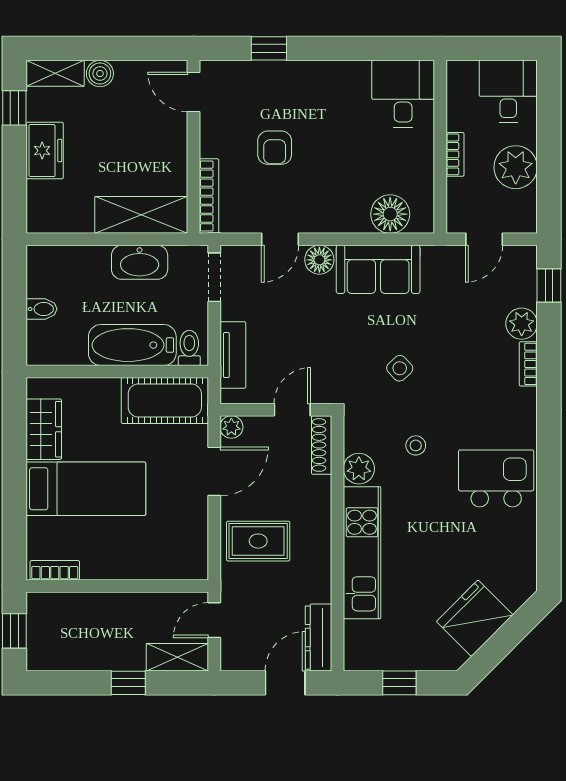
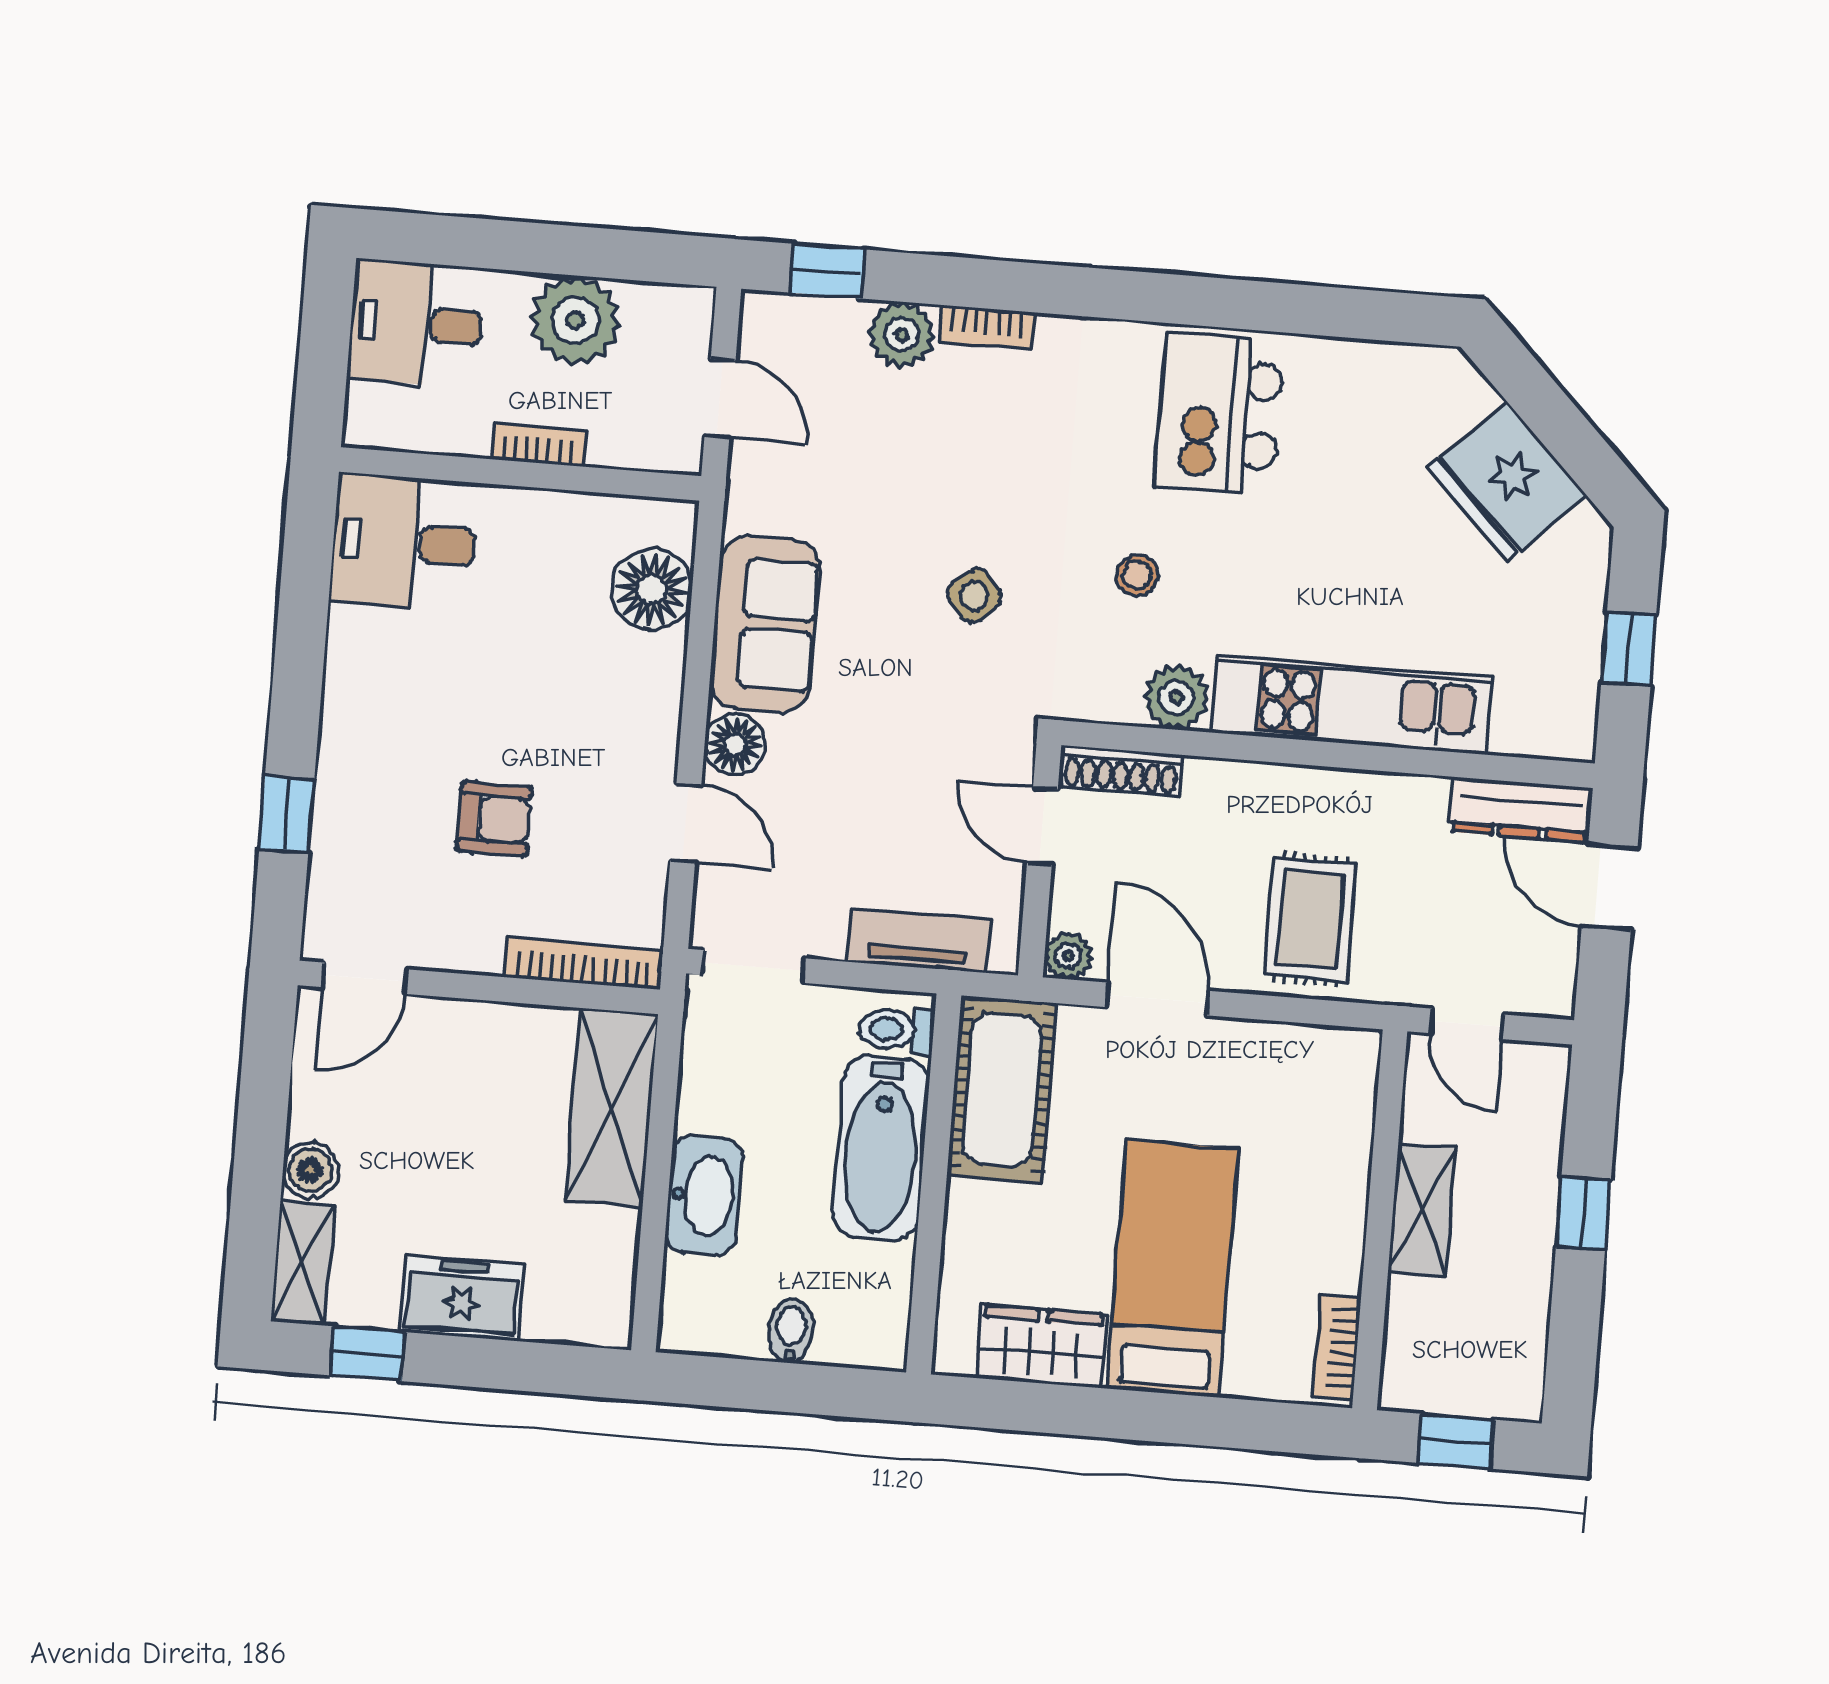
washbasin: (140, 262) -> (704, 1196), moved
shelving: (177, 657) -> (1422, 1210), moved

